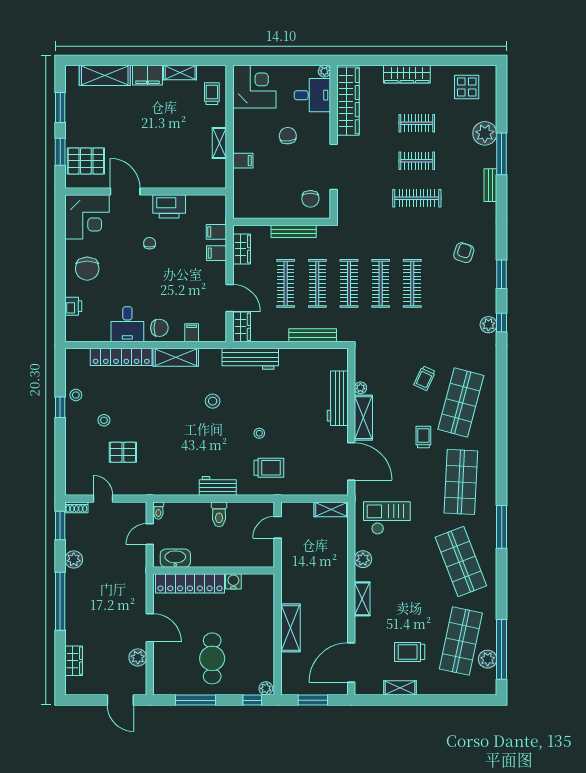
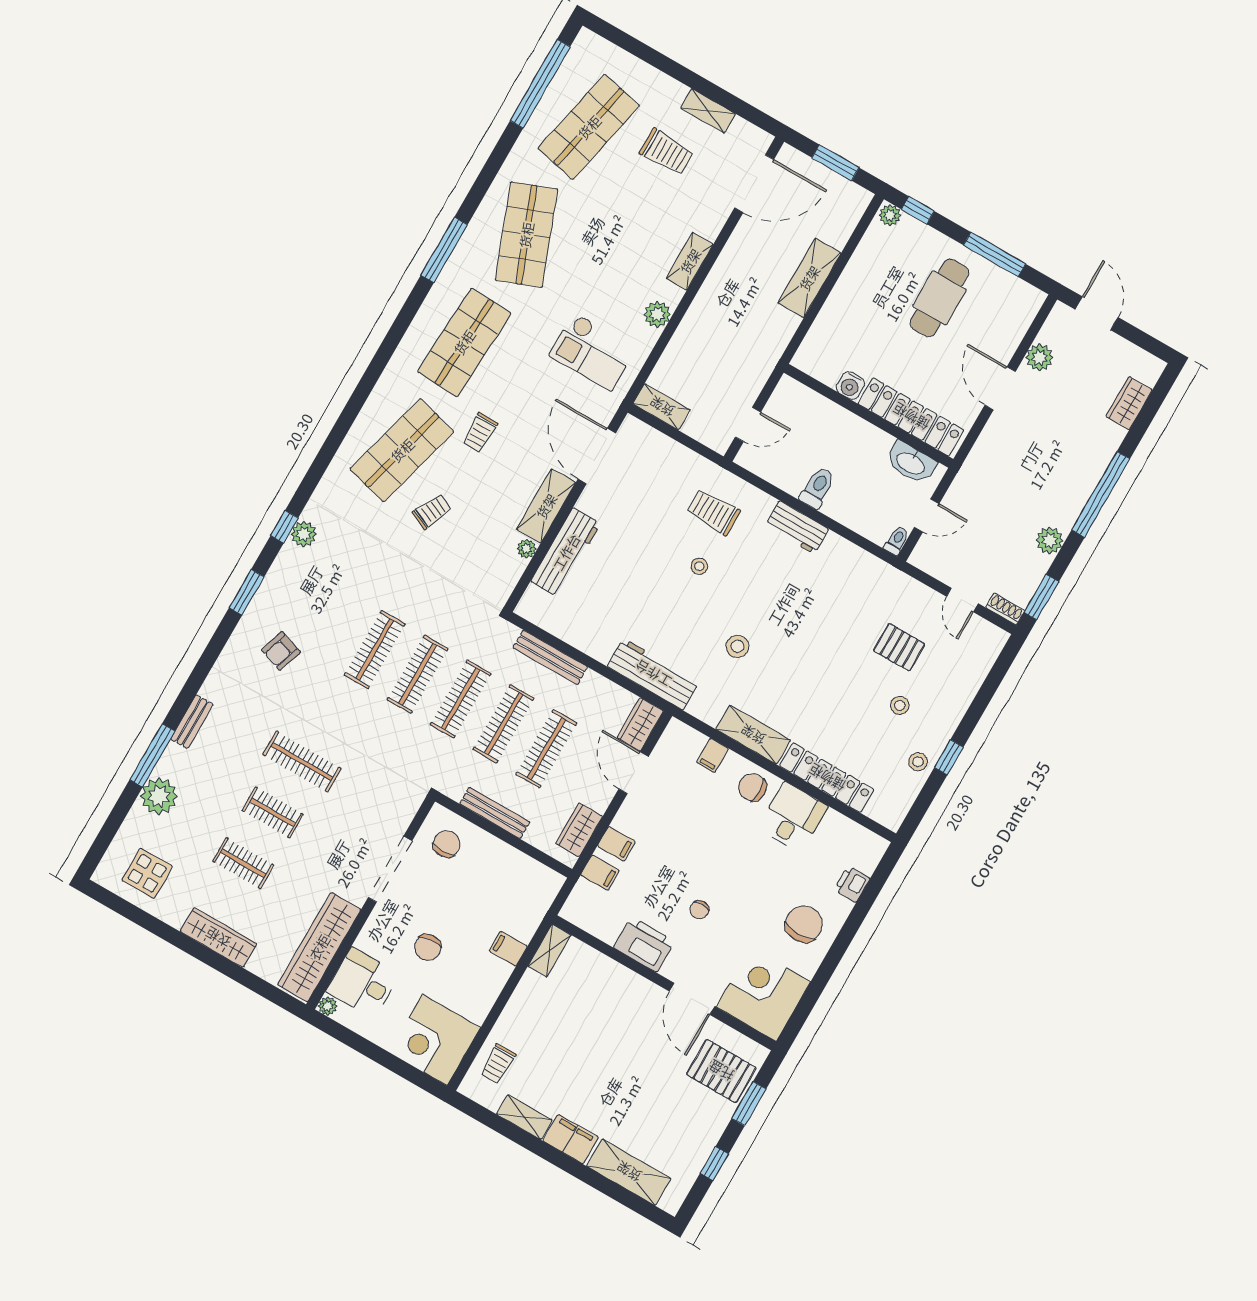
window: (60, 108) -> (714, 1164), width x0.67
shelving: (219, 143) -> (549, 951), moved
plant: (488, 659) -> (567, 81), removed

